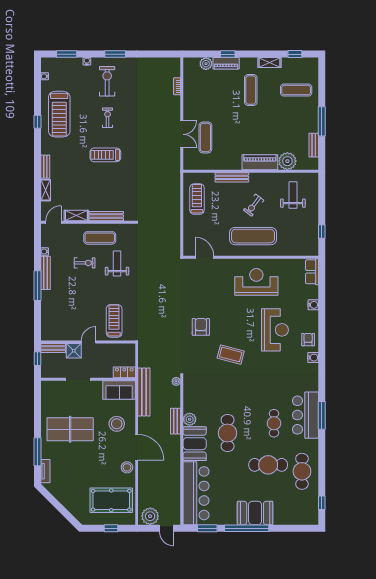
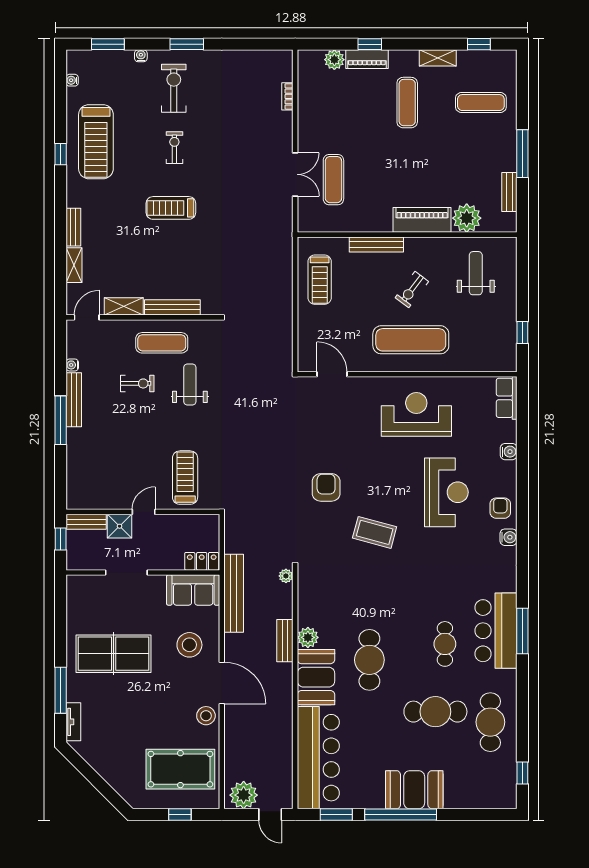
treadmill: (197, 199) -> (320, 280), turned 180

